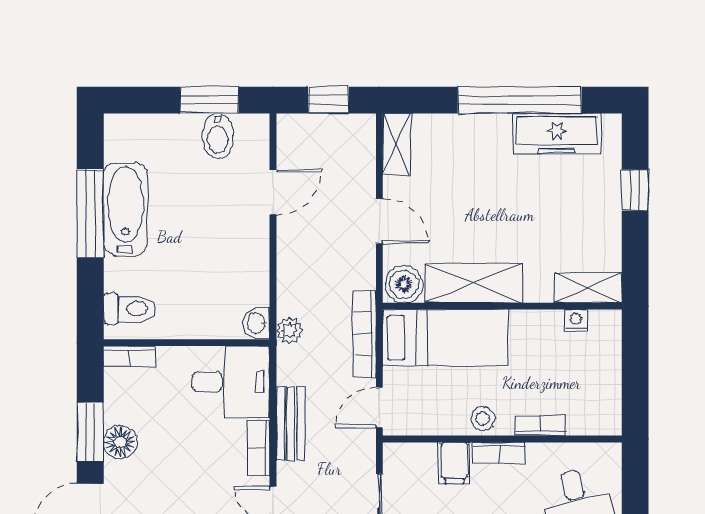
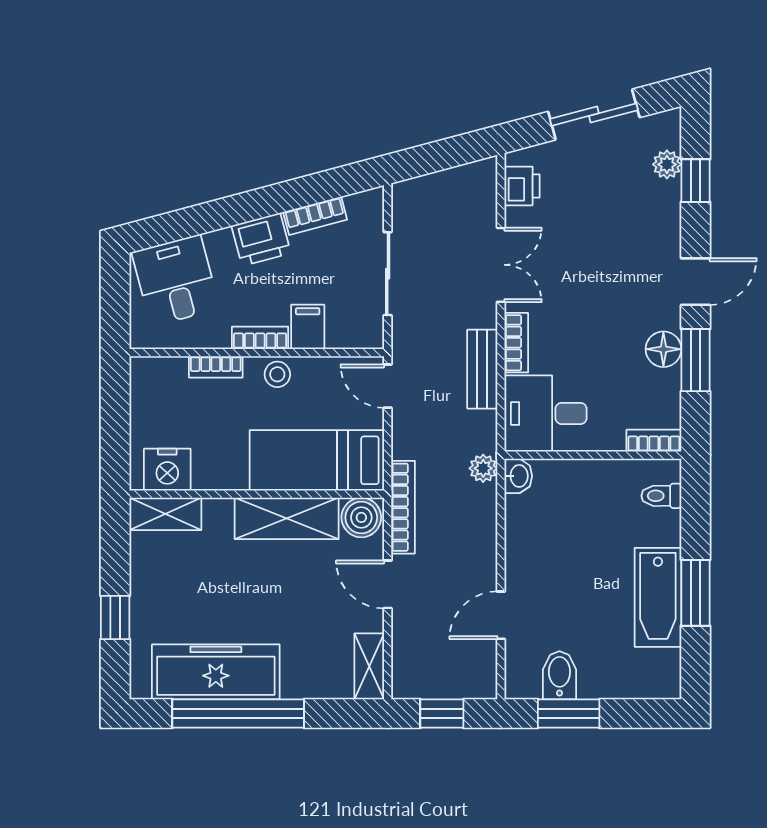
freezer: (557, 134) -> (216, 672), width x1.36, depth x1.26
window: (90, 213) -> (695, 593), width x0.69
toilet: (130, 309) -> (661, 496), width x0.73, depth x0.72
nightstand: (576, 320) -> (167, 470), width x1.89, depth x1.79
bookcase: (365, 334) -> (403, 507), moved
door: (379, 408) -> (388, 386), swing flipped

